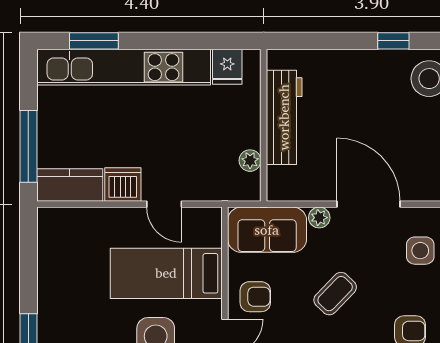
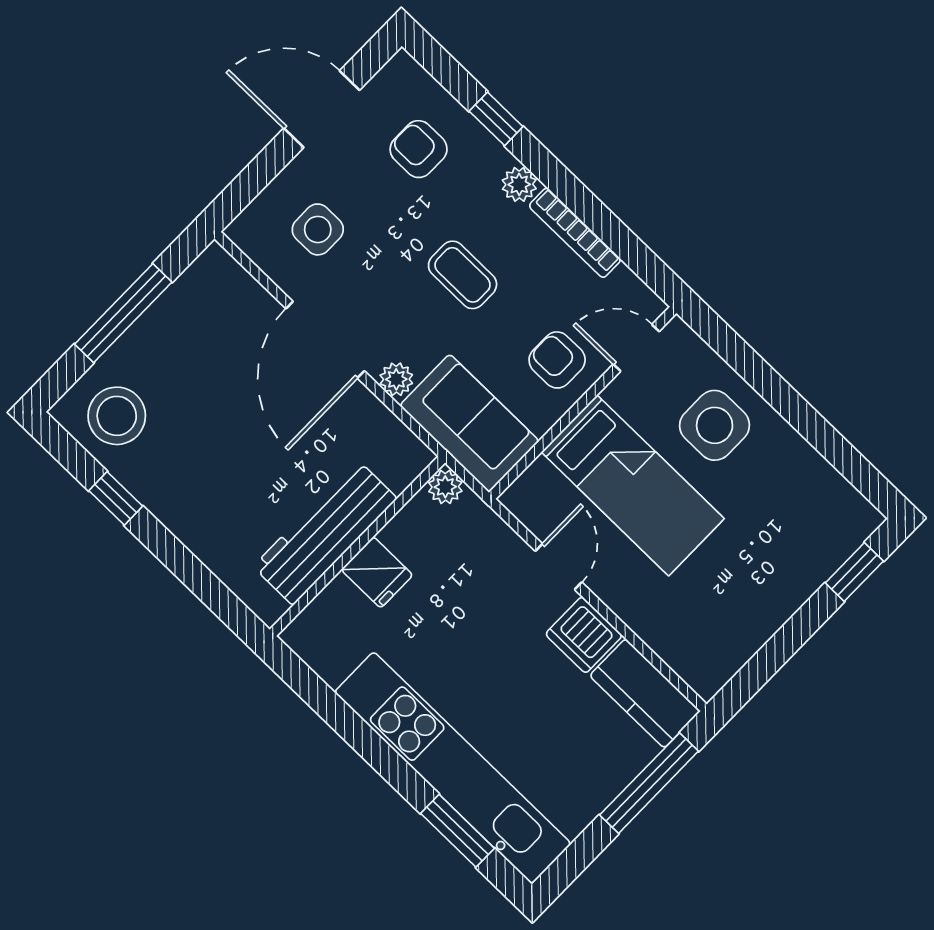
fridge: (227, 67) -> (377, 572), moved, turned 90
plant: (250, 161) -> (445, 487), moved
coffee table: (335, 294) -> (463, 275), turned 46

